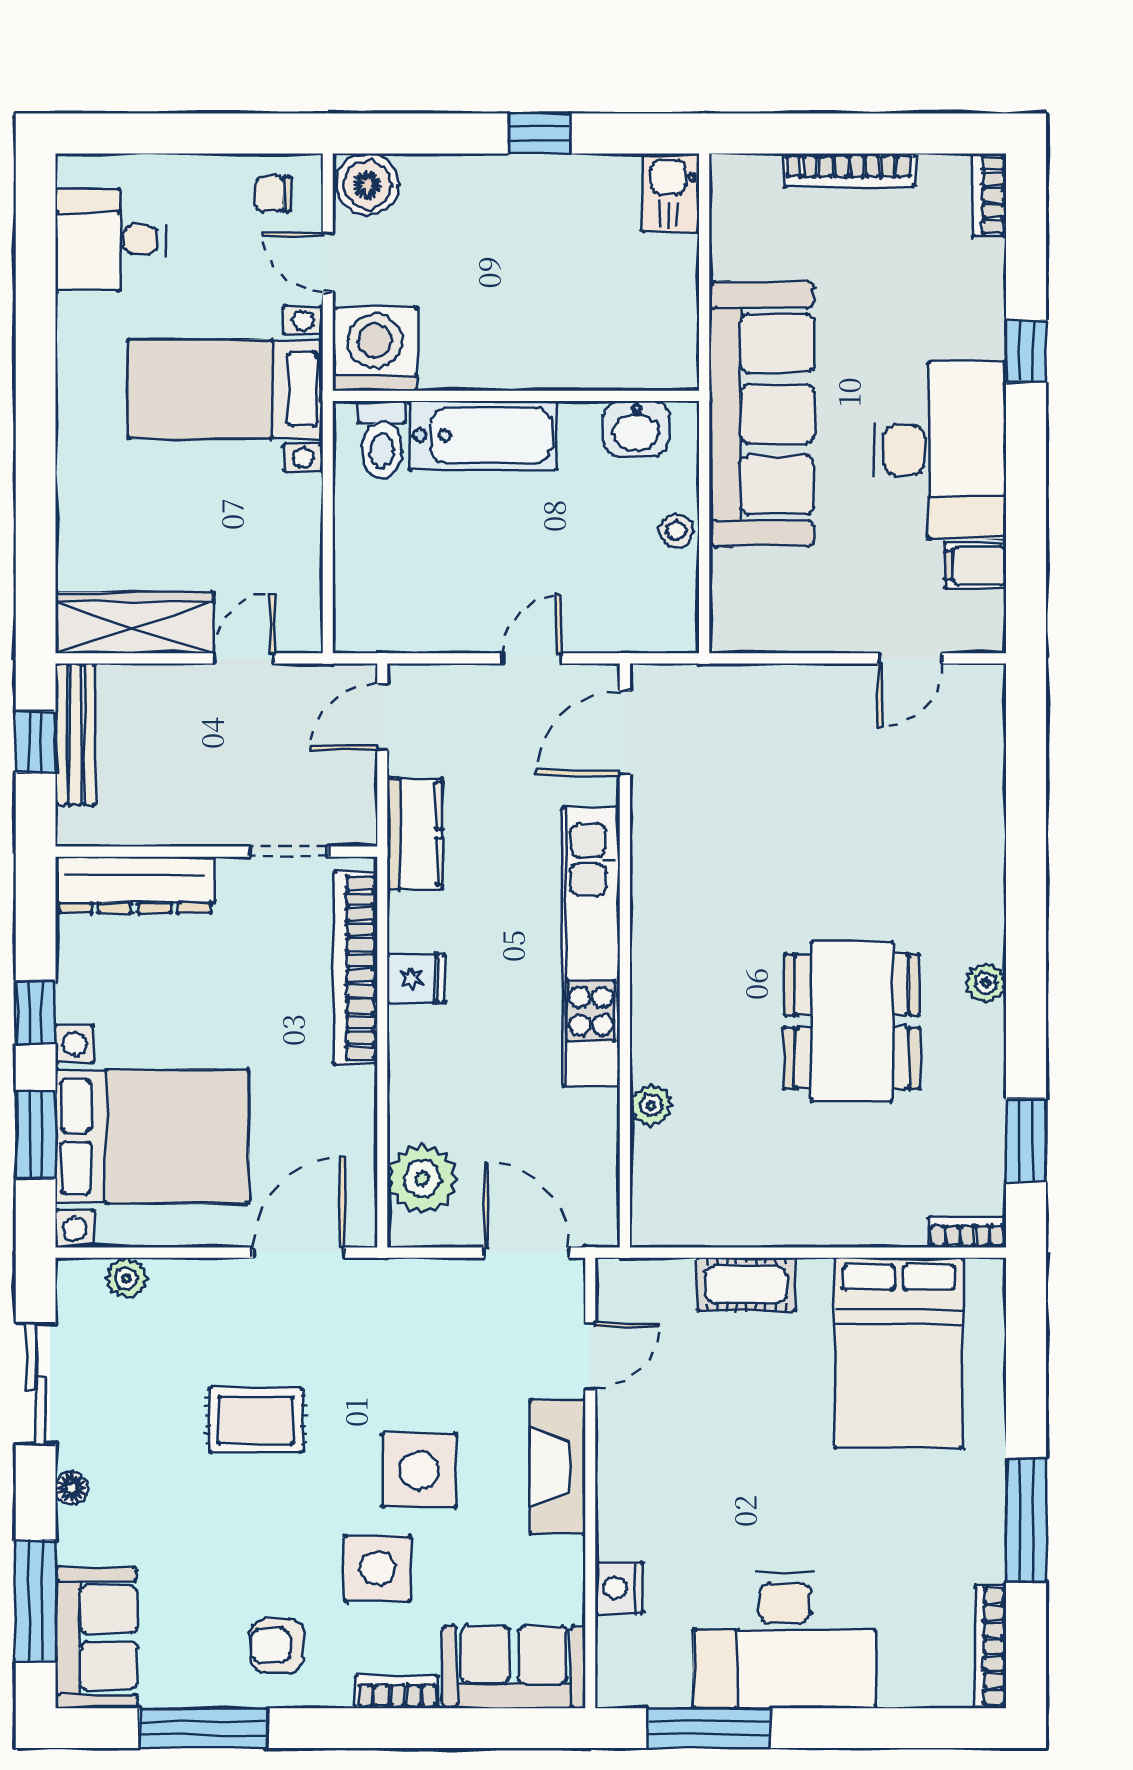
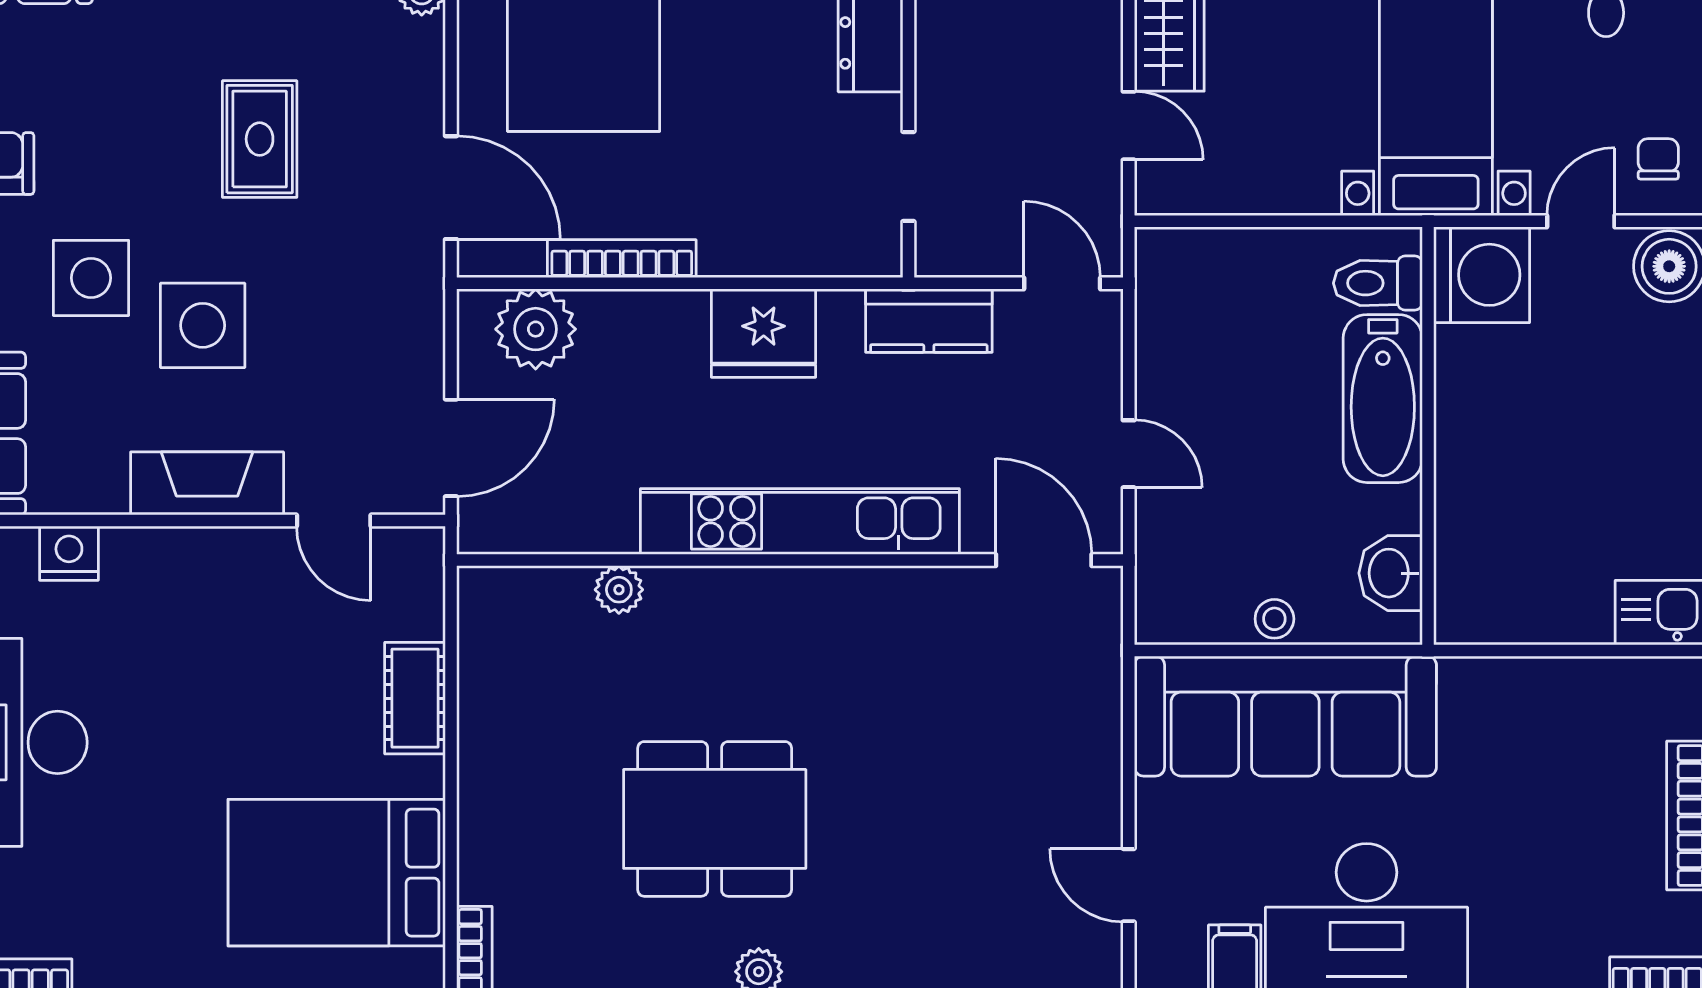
sofa: (762, 414) -> (1285, 716), moved
bookcase: (355, 968) -> (622, 259), moved, width x0.68, depth x0.76
fridge: (416, 979) -> (764, 333), width x1.88, depth x1.34

